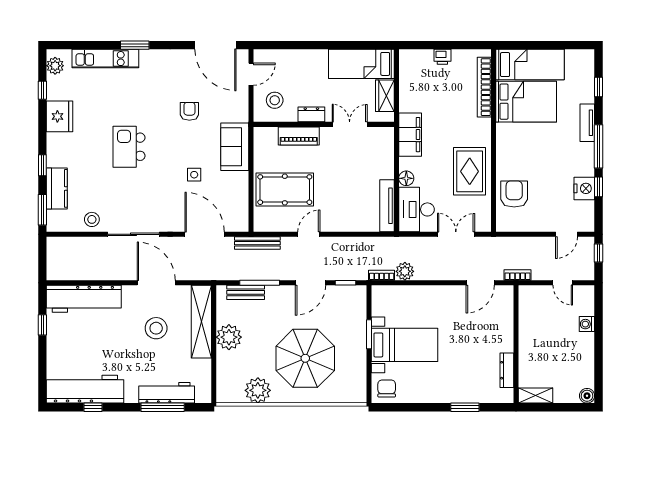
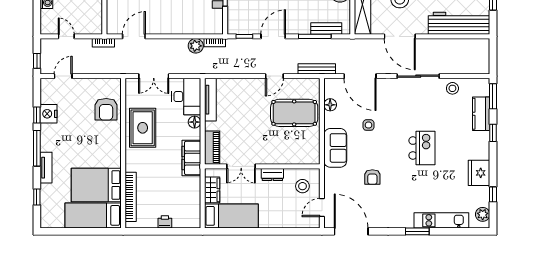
piano: (299, 136) -> (212, 148), moved, turned 90
floor lamp: (241, 199) -> (330, 105), added

